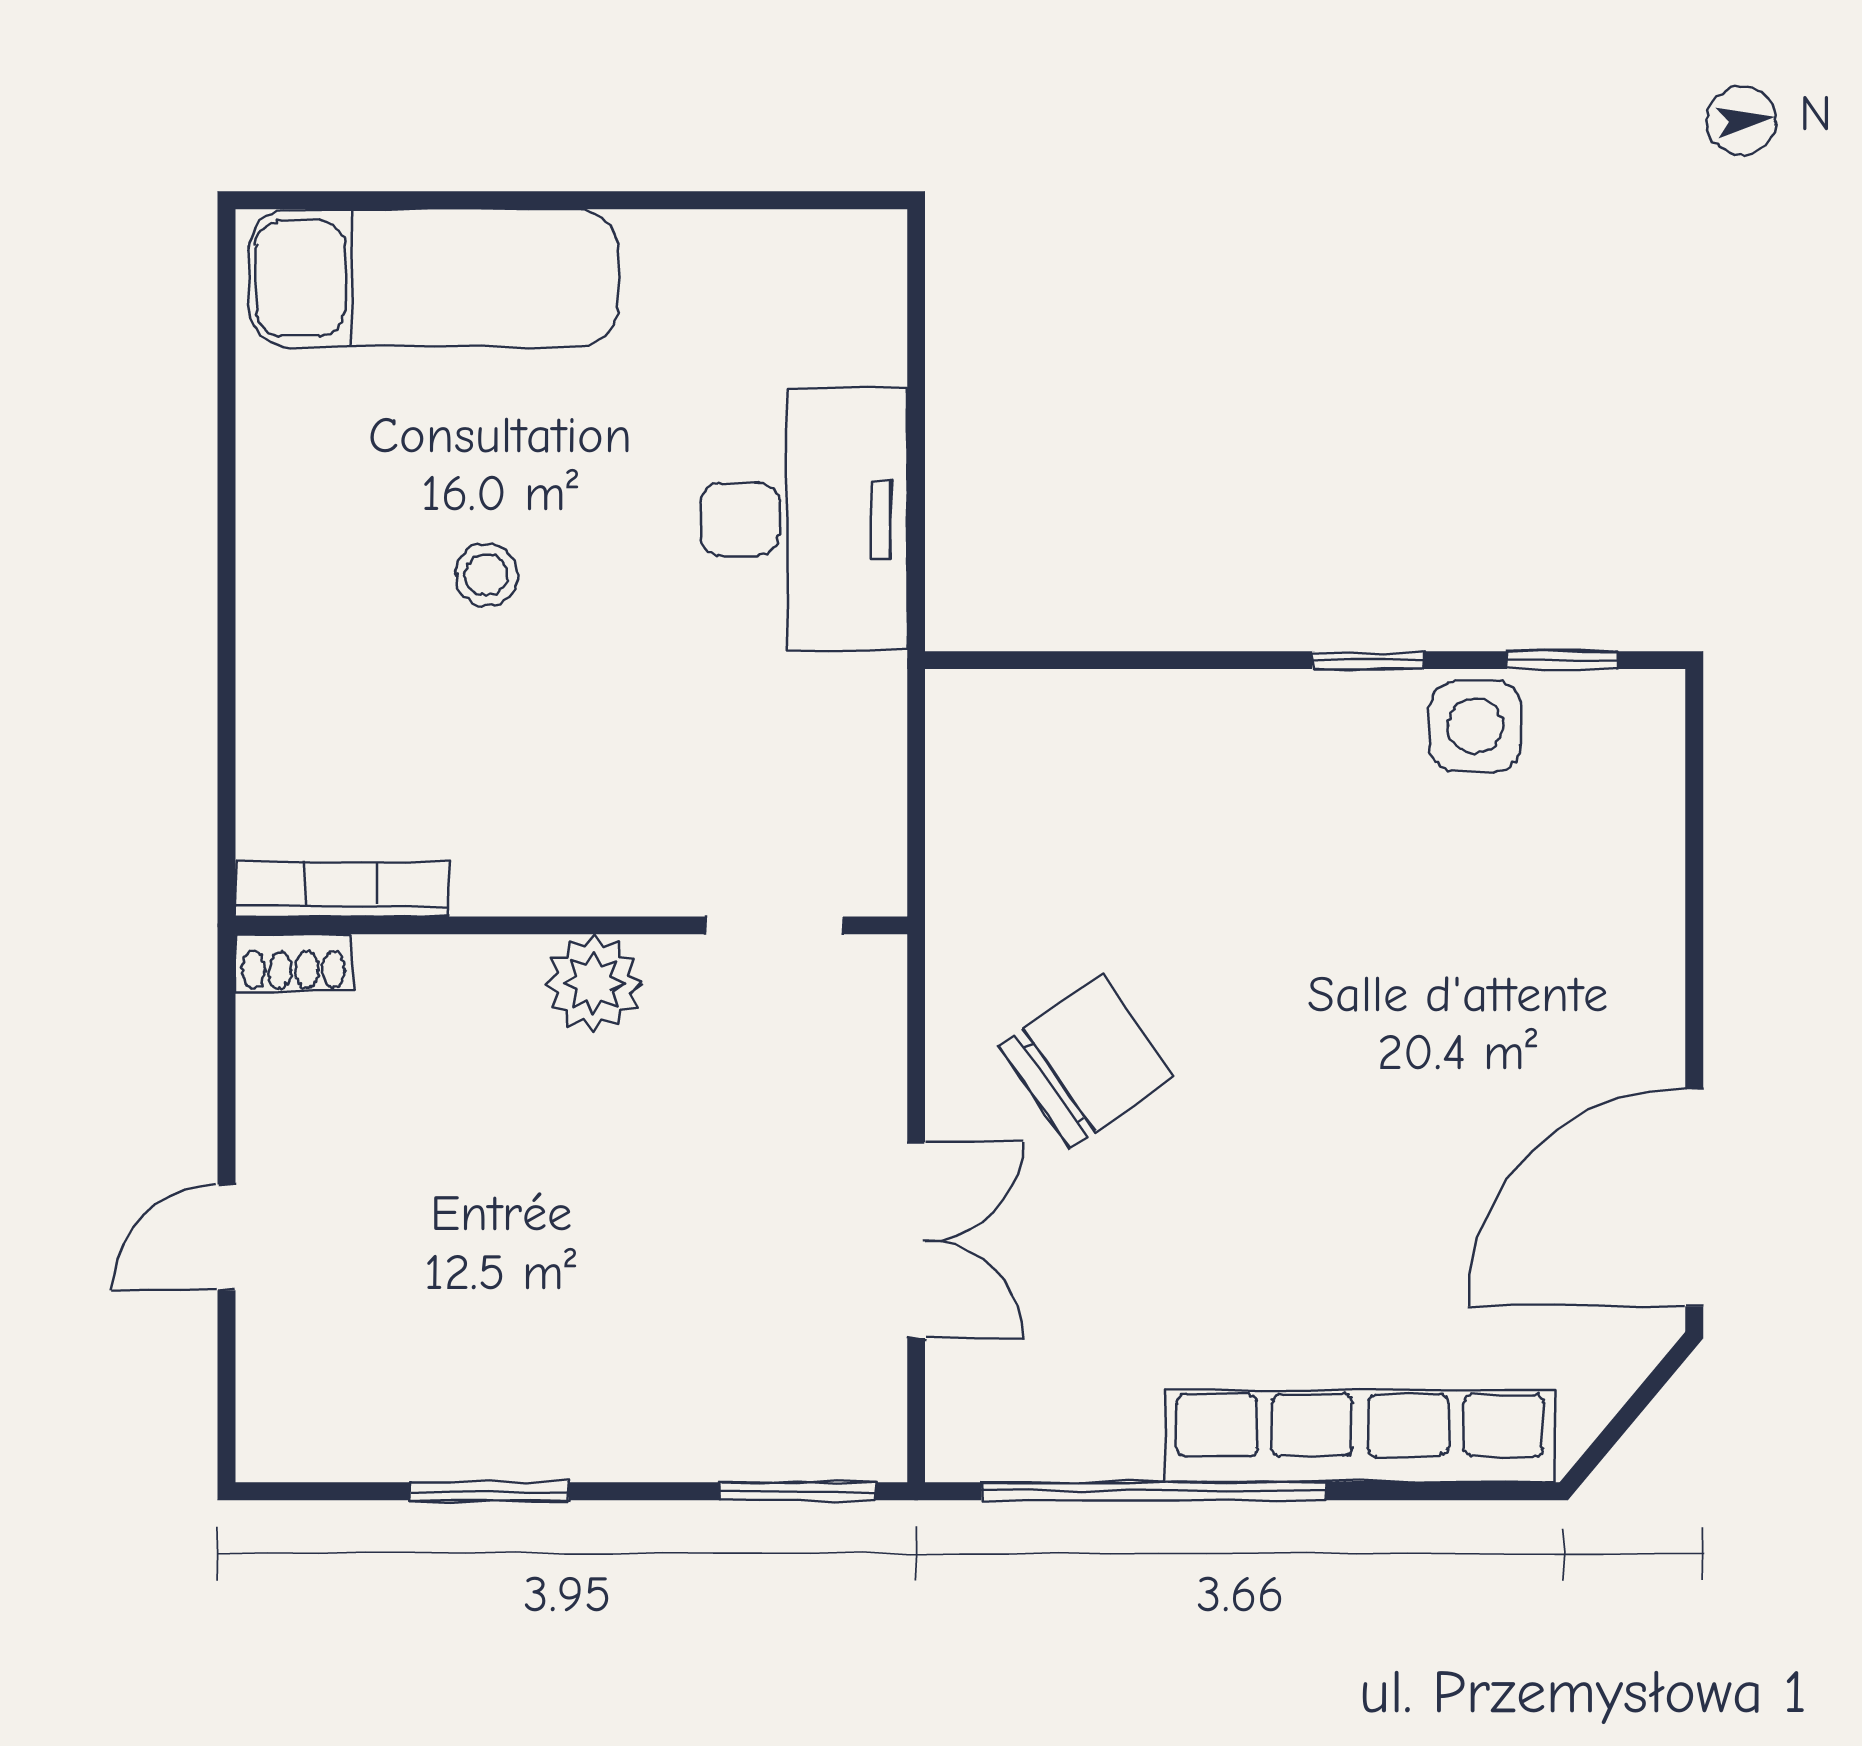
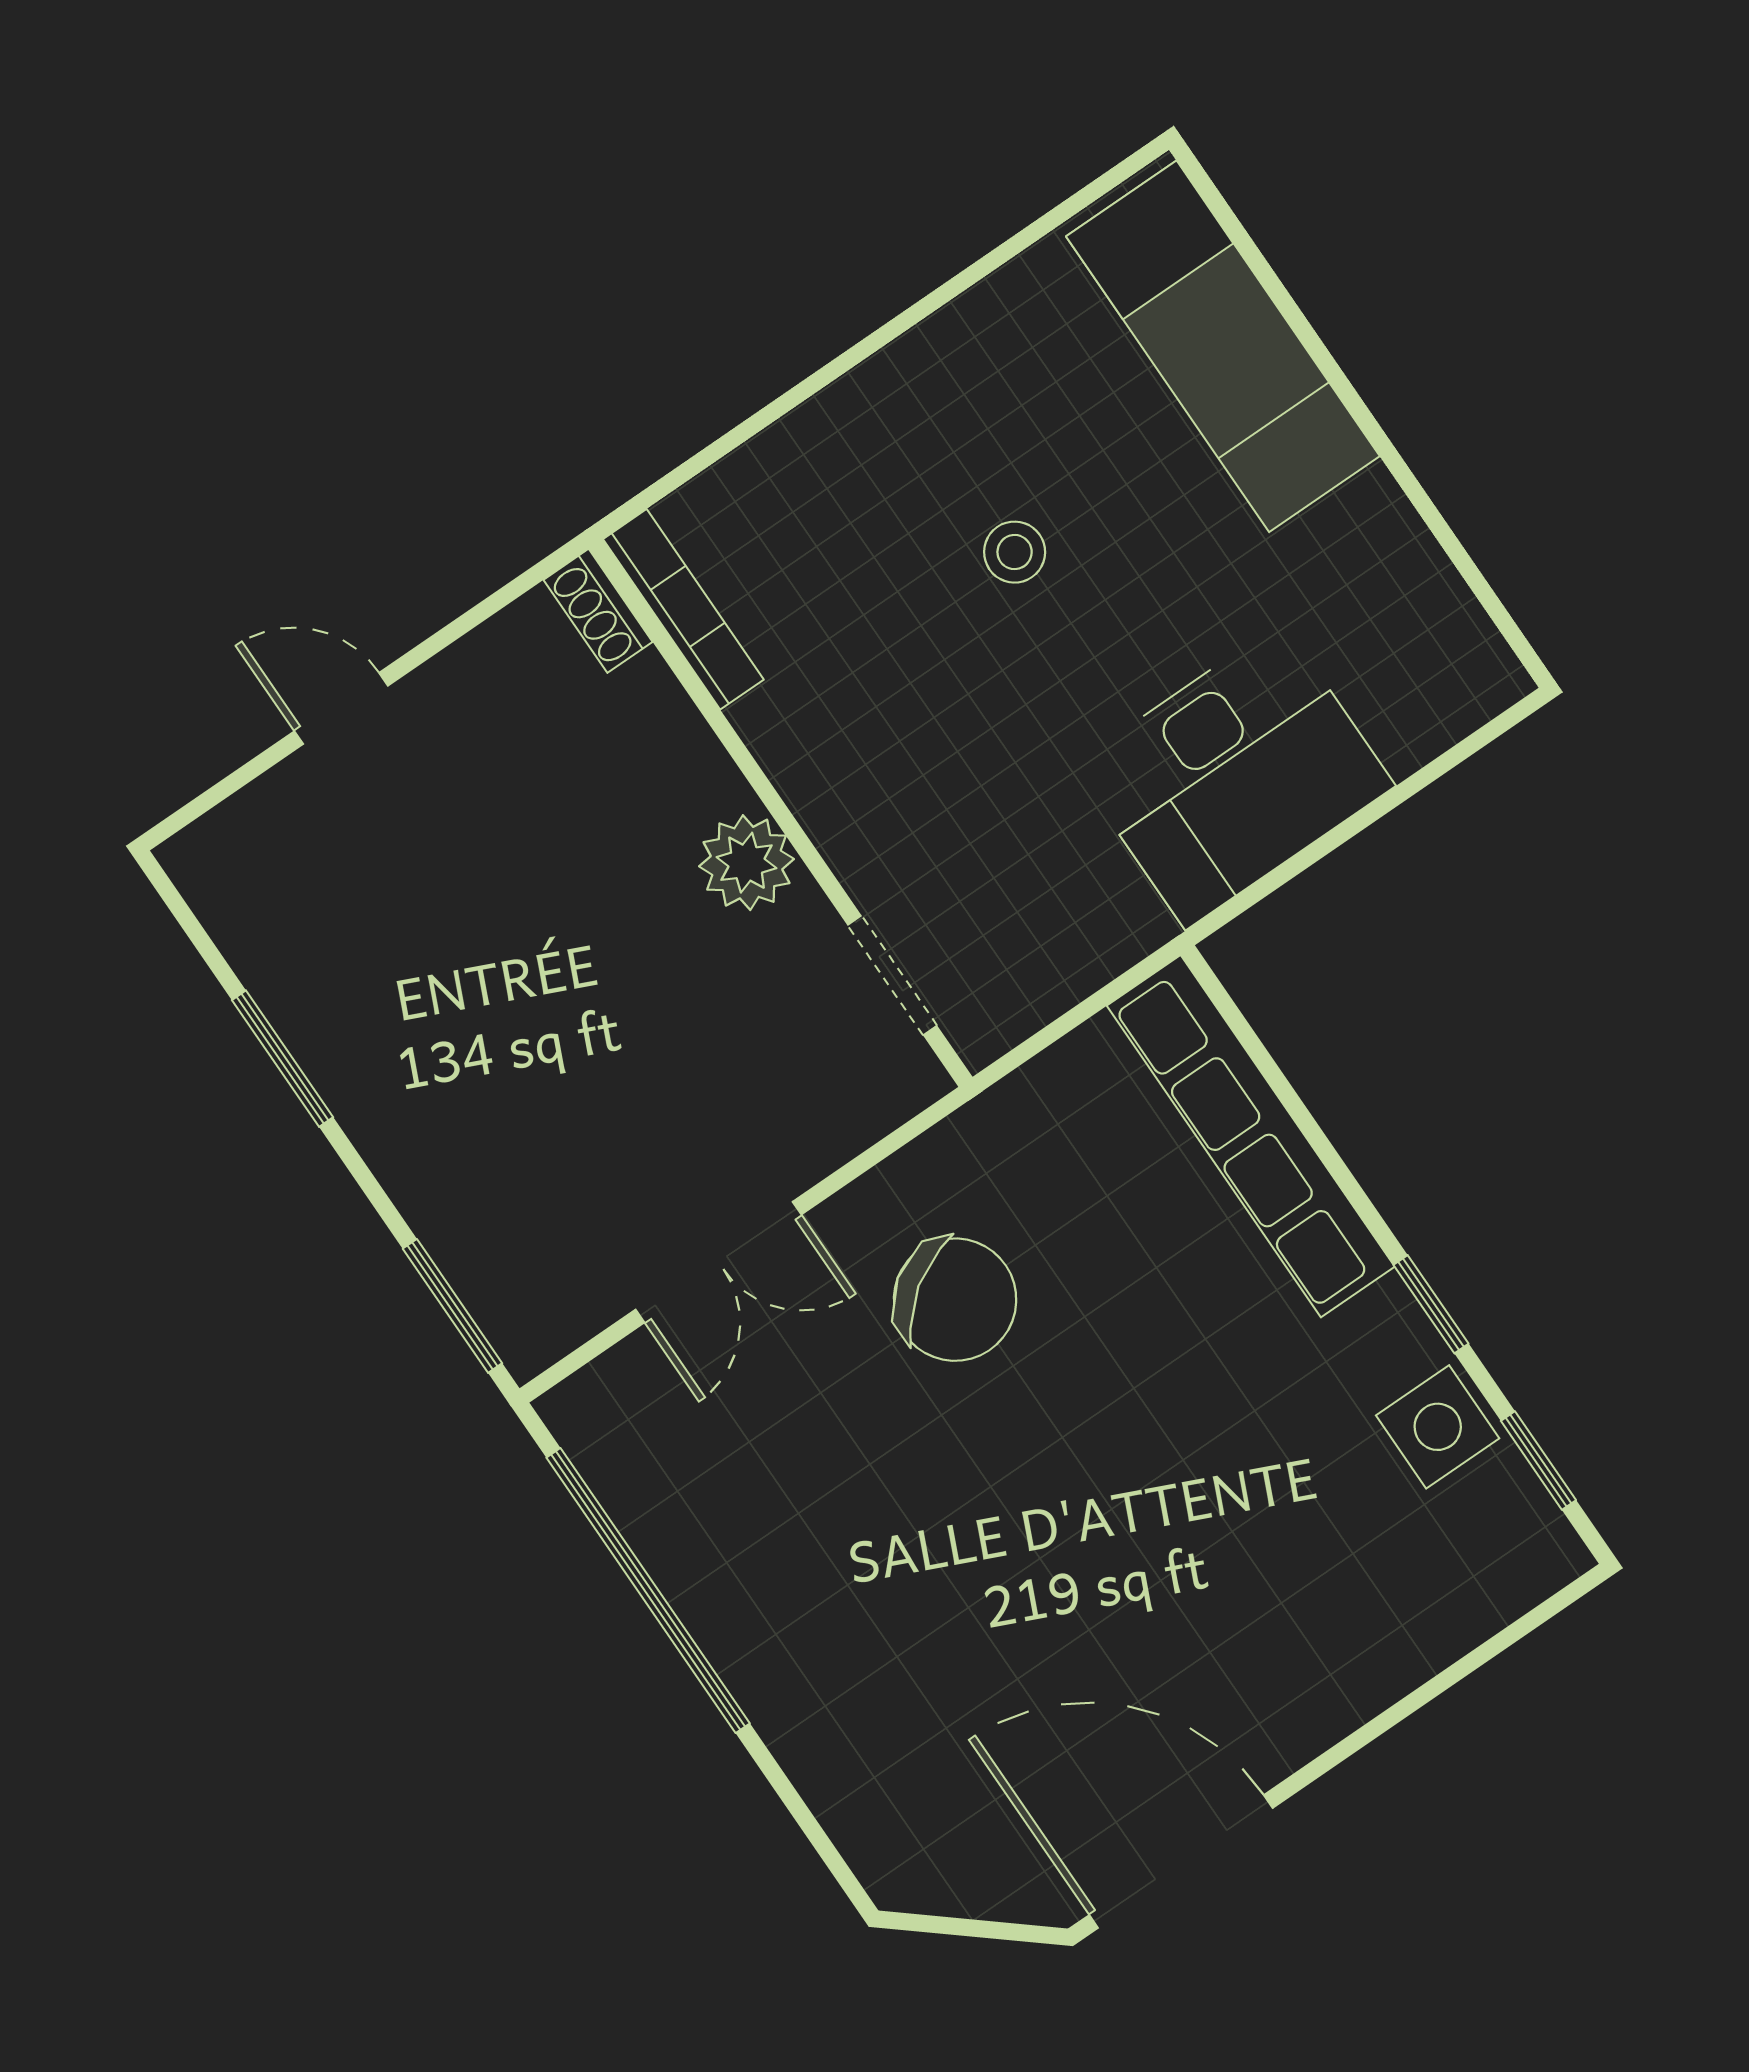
row of seats: (1360, 1436) -> (1251, 1136), moved, turned 180

